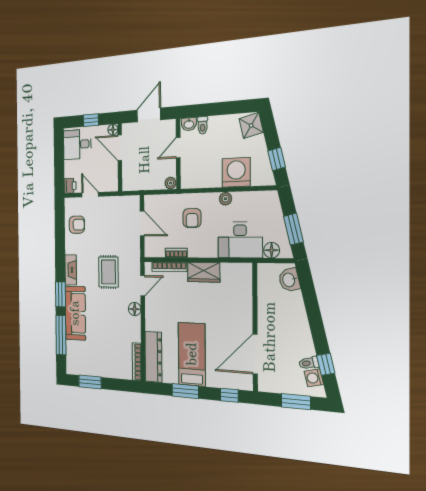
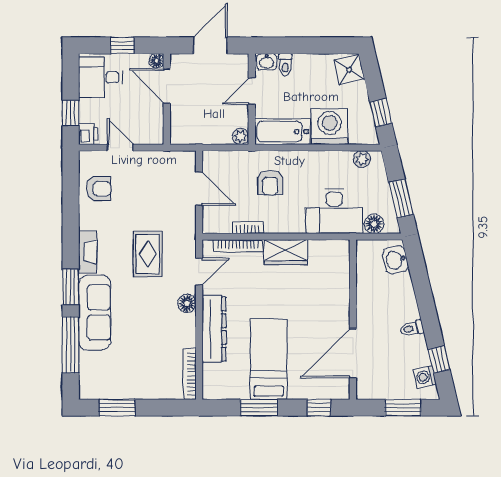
window: (59, 171) -> (71, 113), added
bathtub: (201, 178) -> (282, 132), added
plant: (225, 199) -> (362, 159), moved
dresser: (153, 357) -> (214, 329), moved
toilet: (309, 363) -> (412, 328), moved

